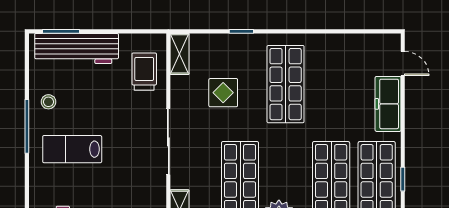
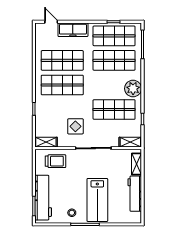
door: (403, 64) -> (51, 22), hinge flipped
trolley: (144, 72) -> (56, 161), turned 180
shop shelf: (331, 84) -> (62, 60), added
display table: (223, 93) -> (75, 126), moved
lab bench: (72, 149) -> (97, 200), width x1.36, depth x1.39

